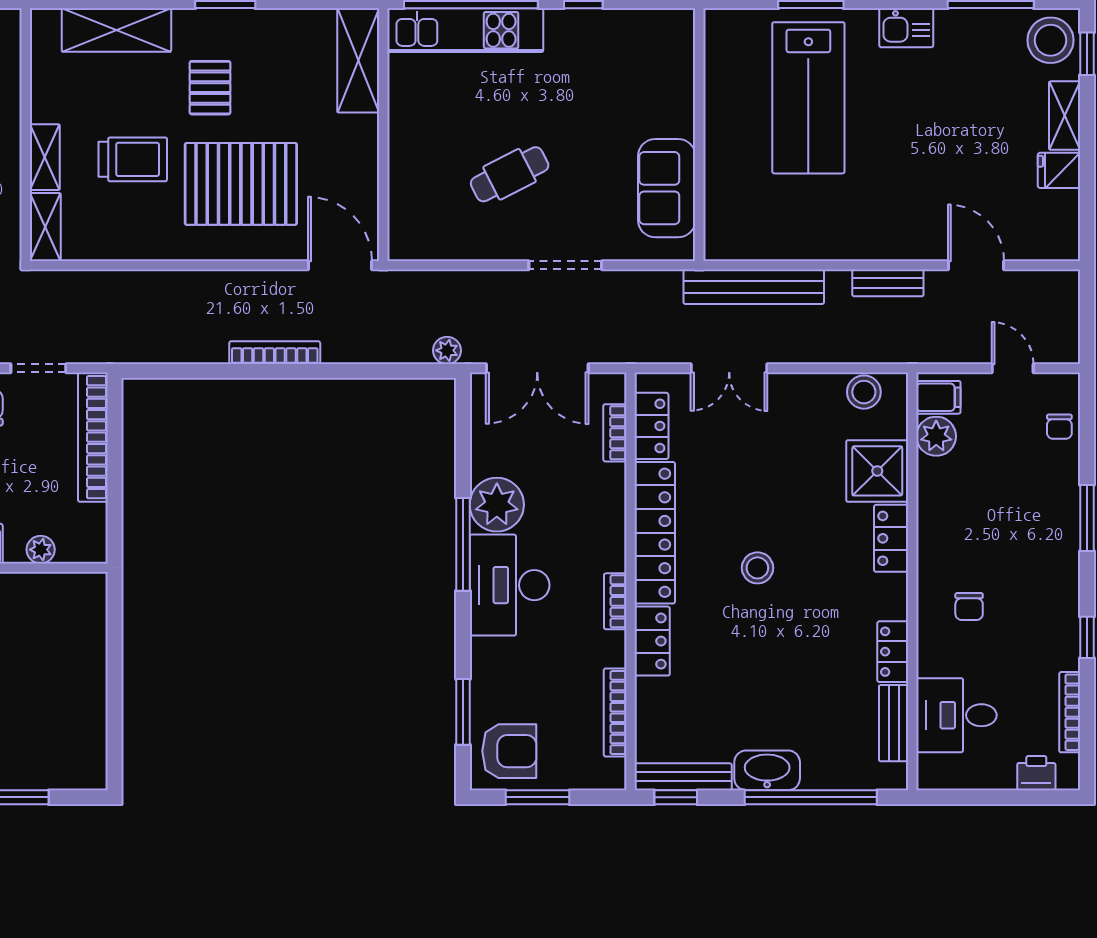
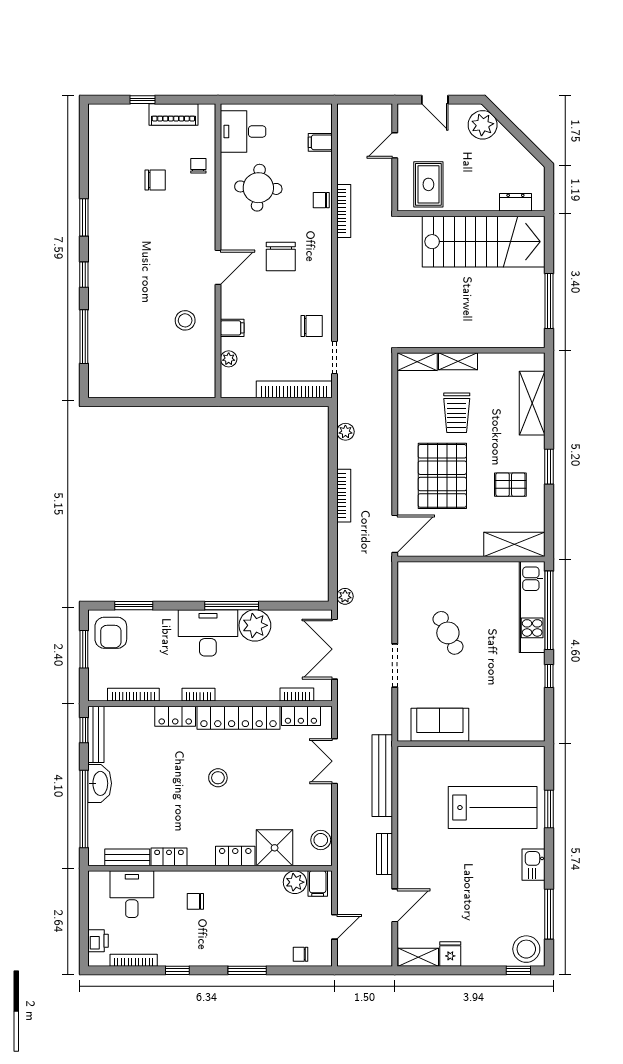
pallet: (210, 88) -> (510, 485), moved
lab bench: (808, 98) -> (493, 808), turned 180
shelving: (1065, 116) -> (418, 957), moved
plant: (165, 350) -> (345, 432), added

